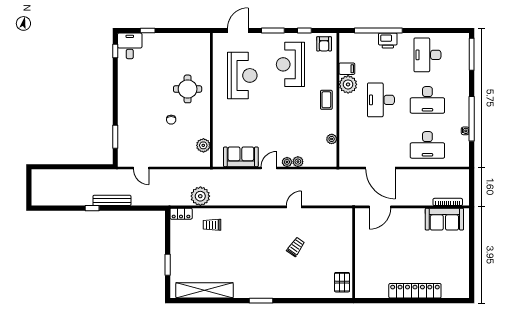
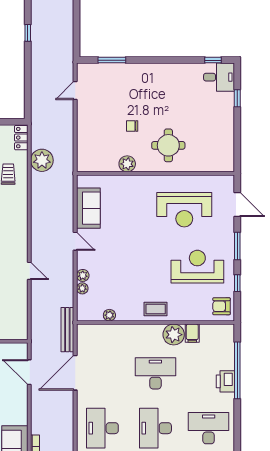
plant: (203, 145) -> (127, 164), moved
plant: (287, 162) -> (82, 288), moved
bench: (112, 200) -> (67, 330), moved

